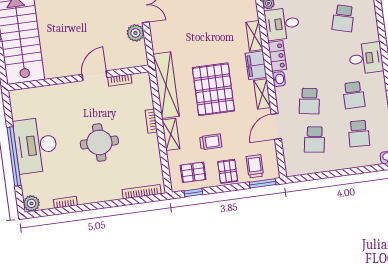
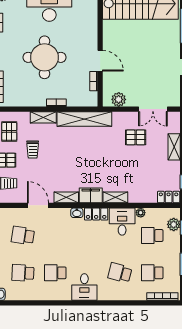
plant: (135, 33) -> (119, 99), moved
pallet: (213, 89) -> (136, 137), moved, width x0.49, depth x0.50
school desk: (309, 101) -> (55, 235), removed
round table: (99, 142) -> (44, 57), width x1.36, depth x1.36

